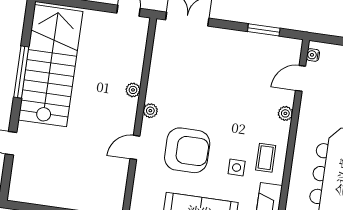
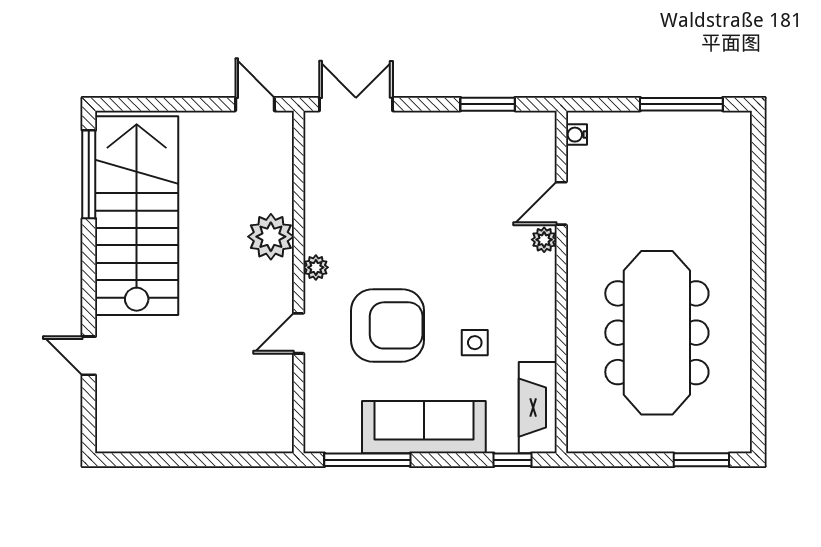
window: (21, 72) -> (89, 174), moved
door: (301, 78) -> (561, 203), moved
plant: (133, 90) -> (271, 237), width x1.88, depth x1.88
coffee table: (266, 158) -> (522, 319), removed

